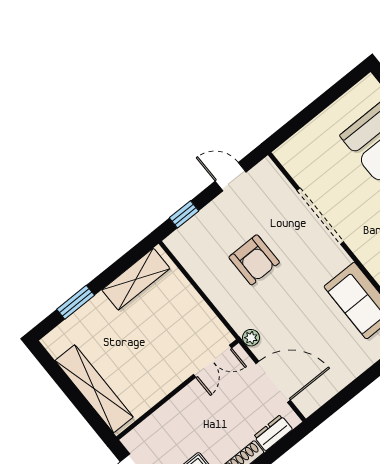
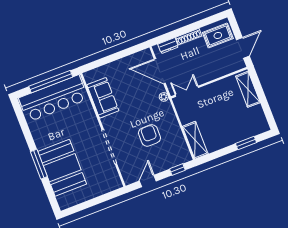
door: (231, 177) -> (148, 181), swing flipped
shelving: (136, 279) -> (195, 140), moved, turned 90
shelving: (94, 389) -> (248, 89), width x0.68

